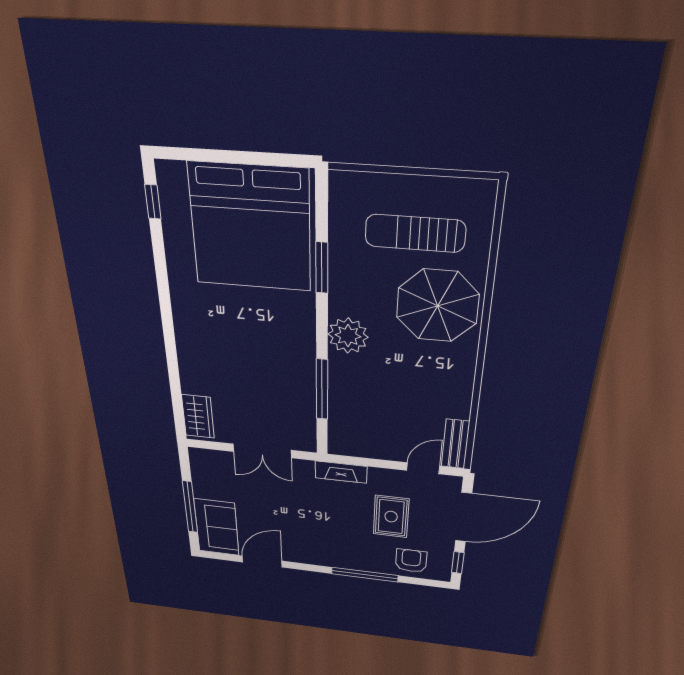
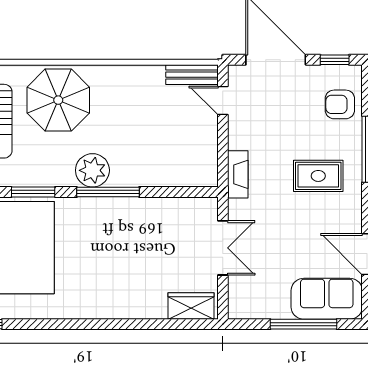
window: (322, 389) -> (108, 192), moved
rug: (391, 517) -> (318, 176), moved

